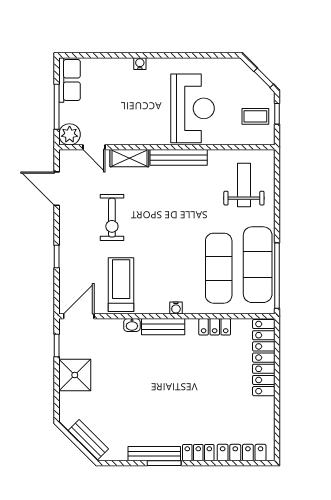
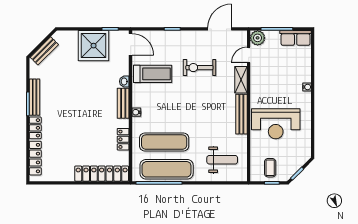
shower: (75, 375) -> (94, 46), width x1.37, depth x1.37

